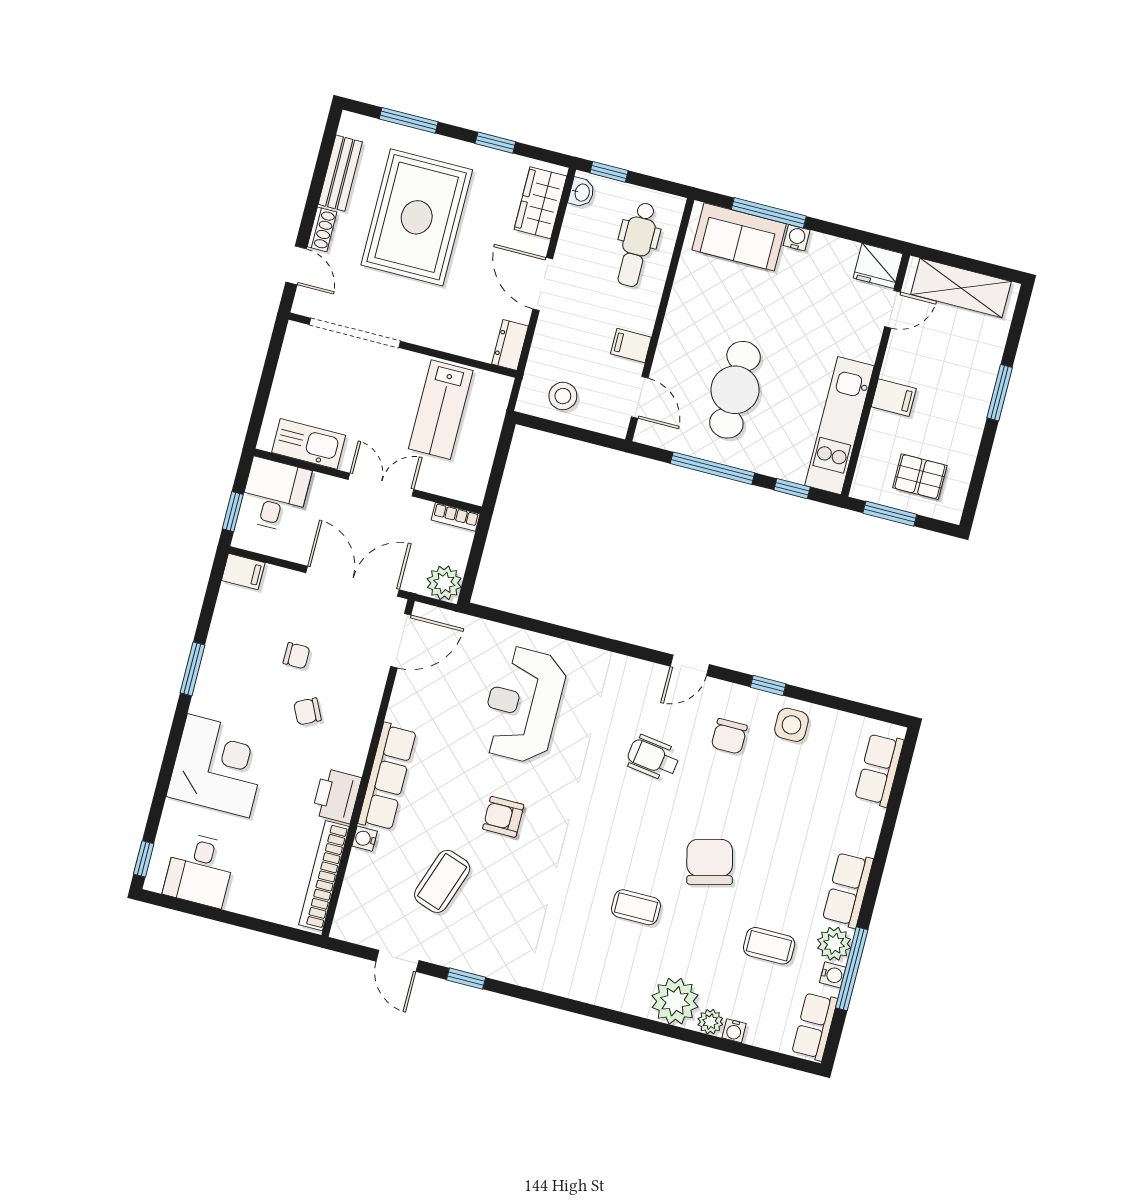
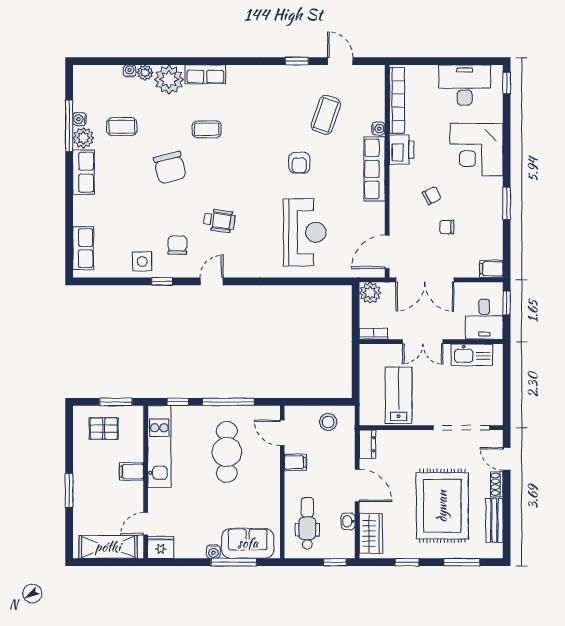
washbasin: (582, 192) -> (348, 521), moved
armchair: (503, 817) -> (299, 163), turned 90
desk: (200, 870) -> (465, 85), width x1.37
row of seats: (815, 1026) -> (205, 74), moved, turned 90

